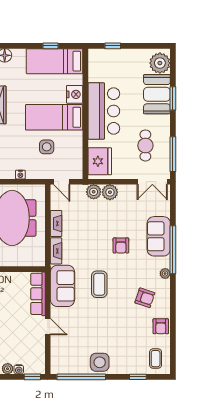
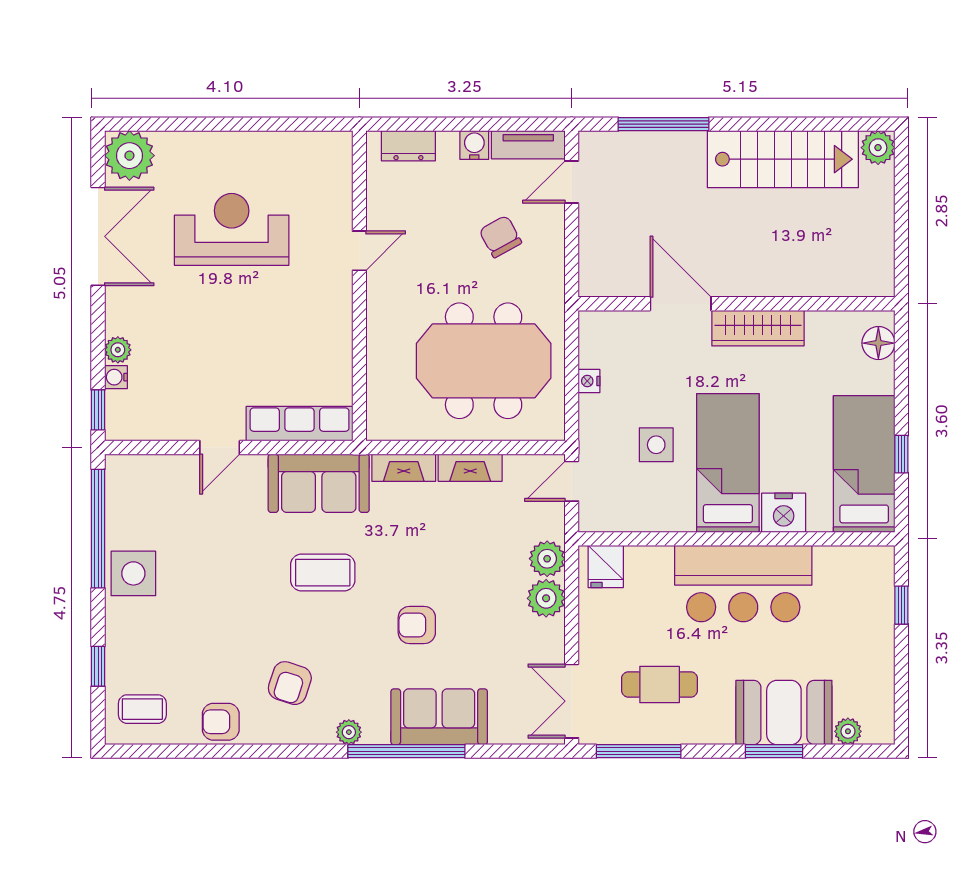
plant: (160, 63) -> (848, 731), width x0.53, depth x0.53
fridge: (100, 161) -> (606, 566), width x0.53, depth x0.75

